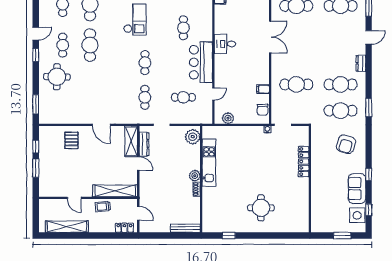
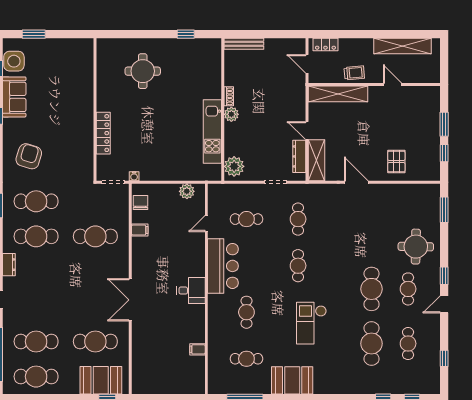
locker: (304, 162) -> (103, 133), moved
wall: (310, 179) -> (95, 110), moved

